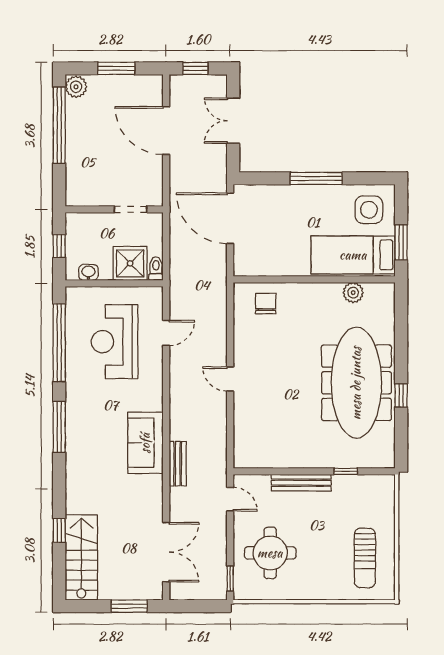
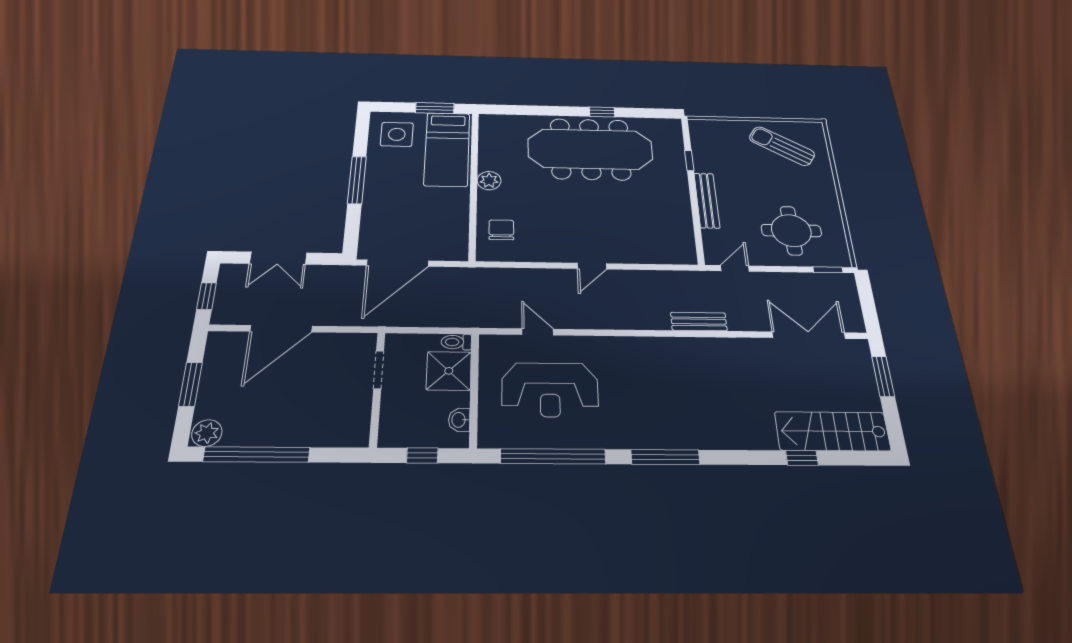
plant: (353, 293) -> (489, 181), moved
chair: (266, 304) -> (501, 230), turned 90
sofa: (145, 443) -> (677, 356), removed
sun lounger: (365, 558) -> (782, 146), turned -148

